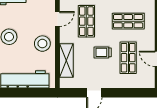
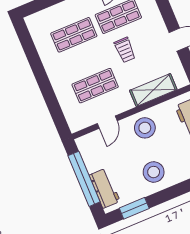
door: (57, 19) -> (107, 122), swing flipped
shop shelf: (128, 21) -> (74, 35), turned 90

